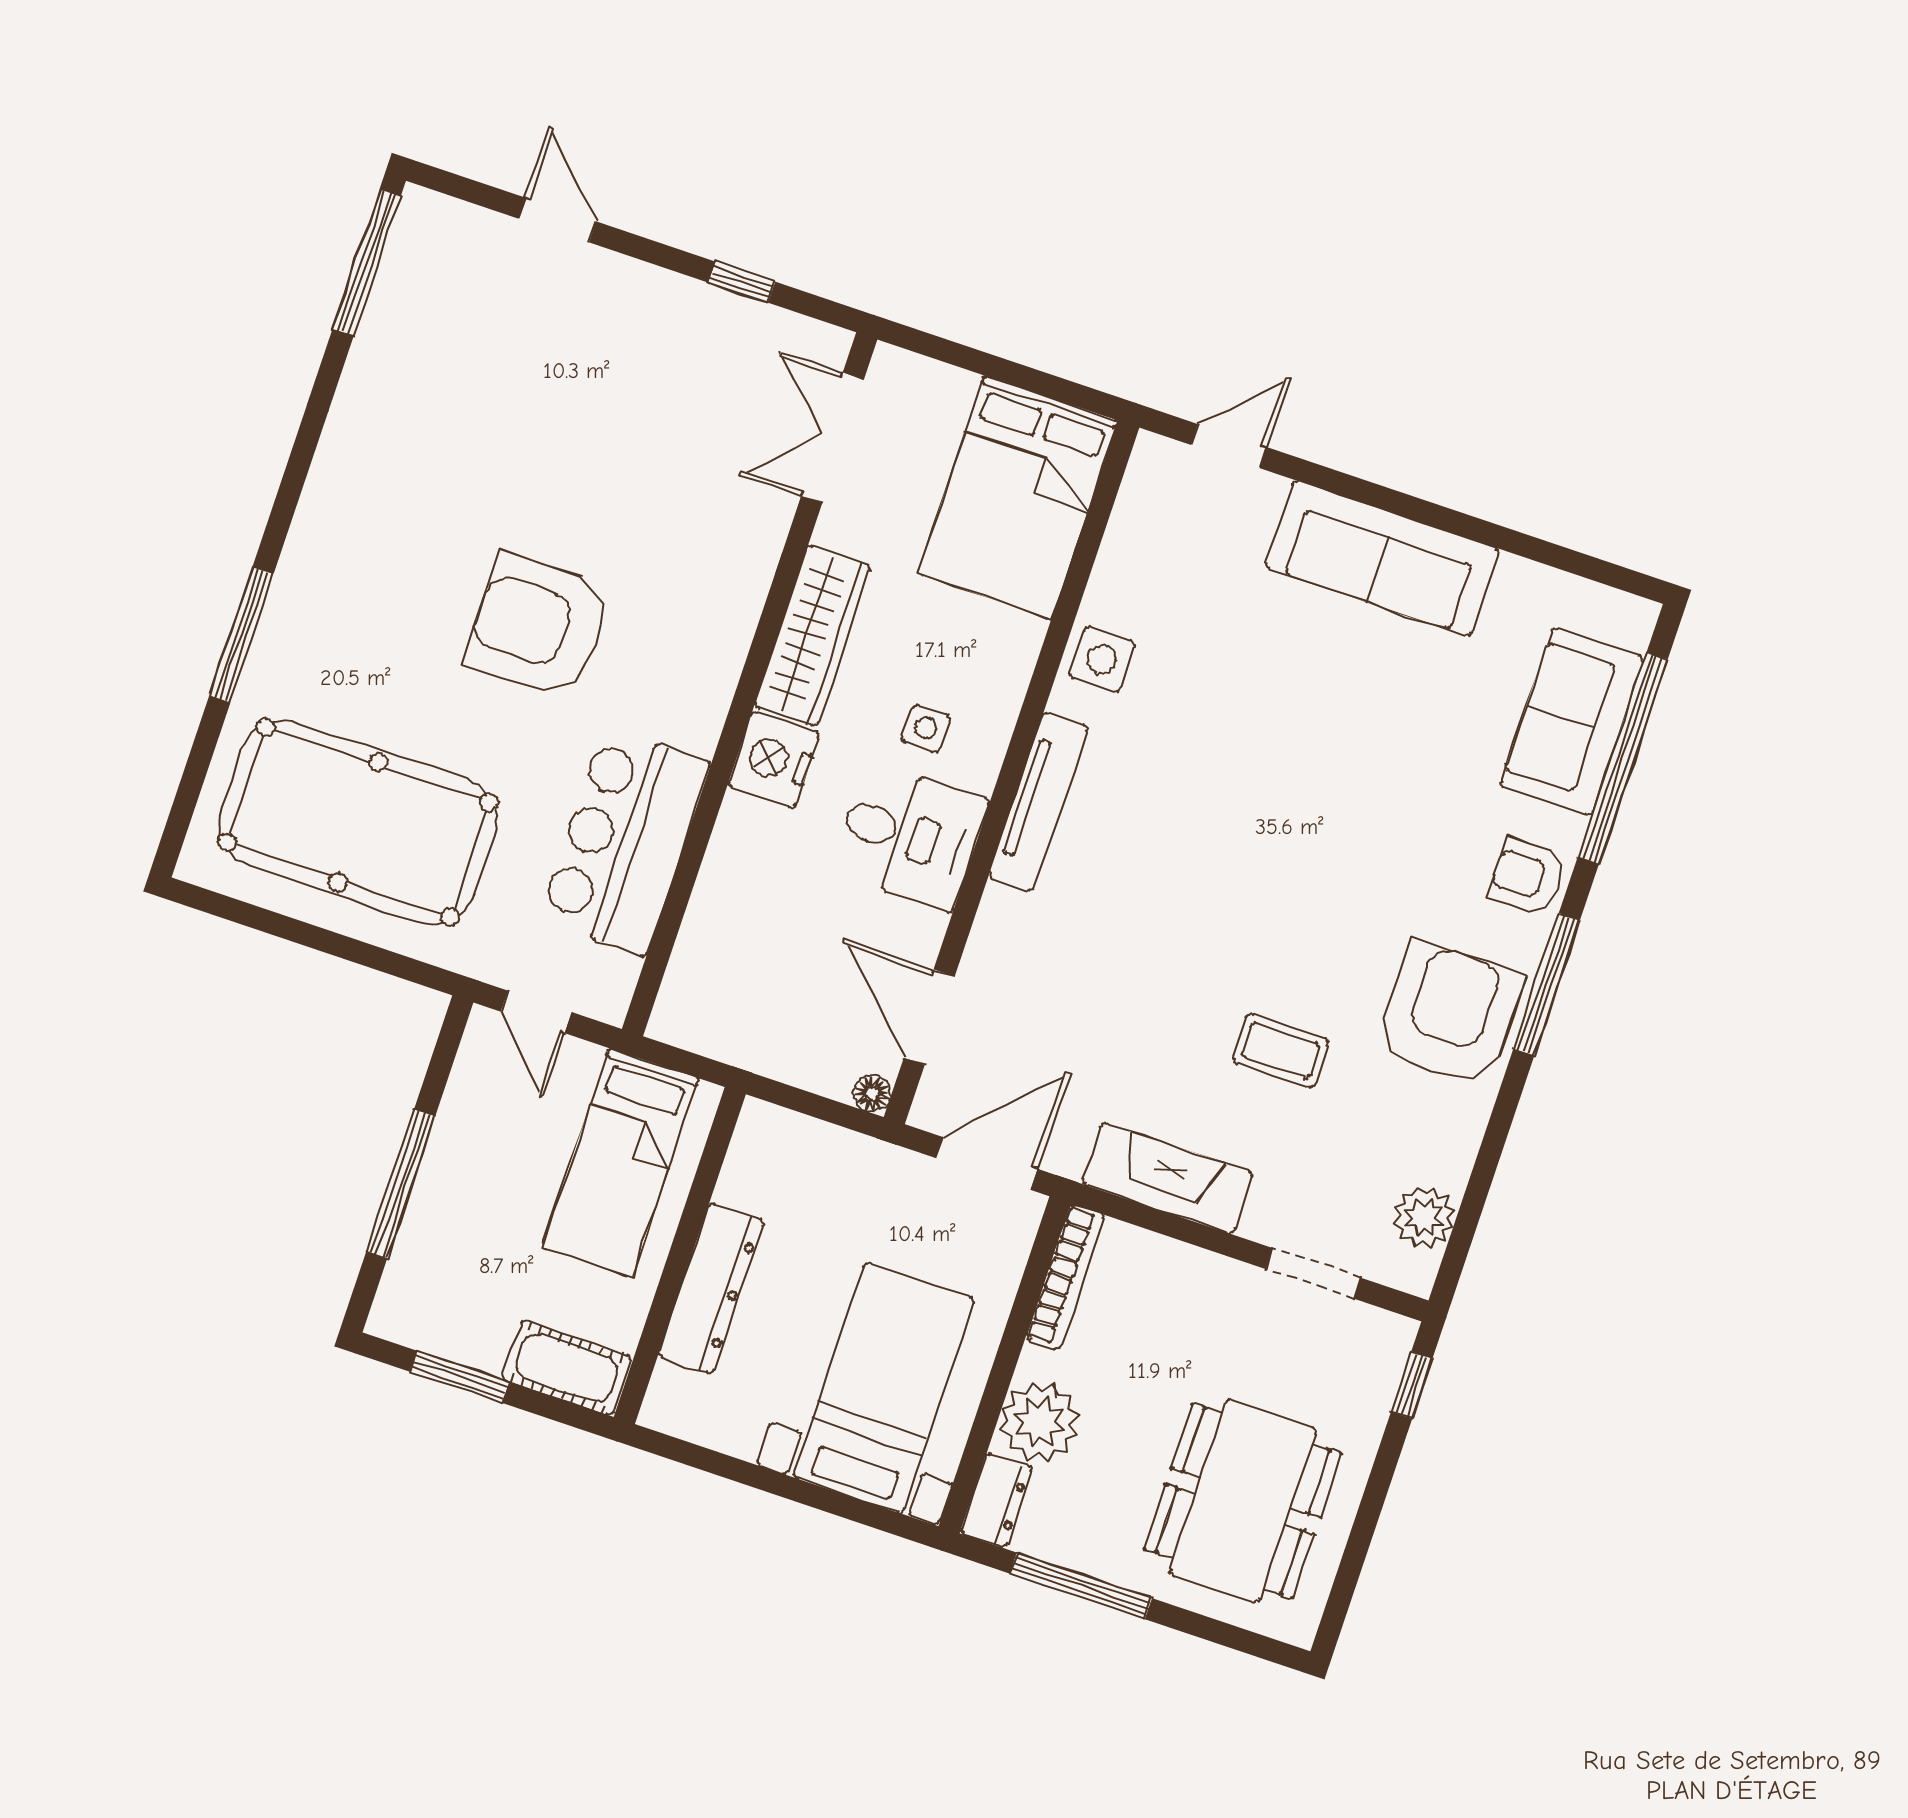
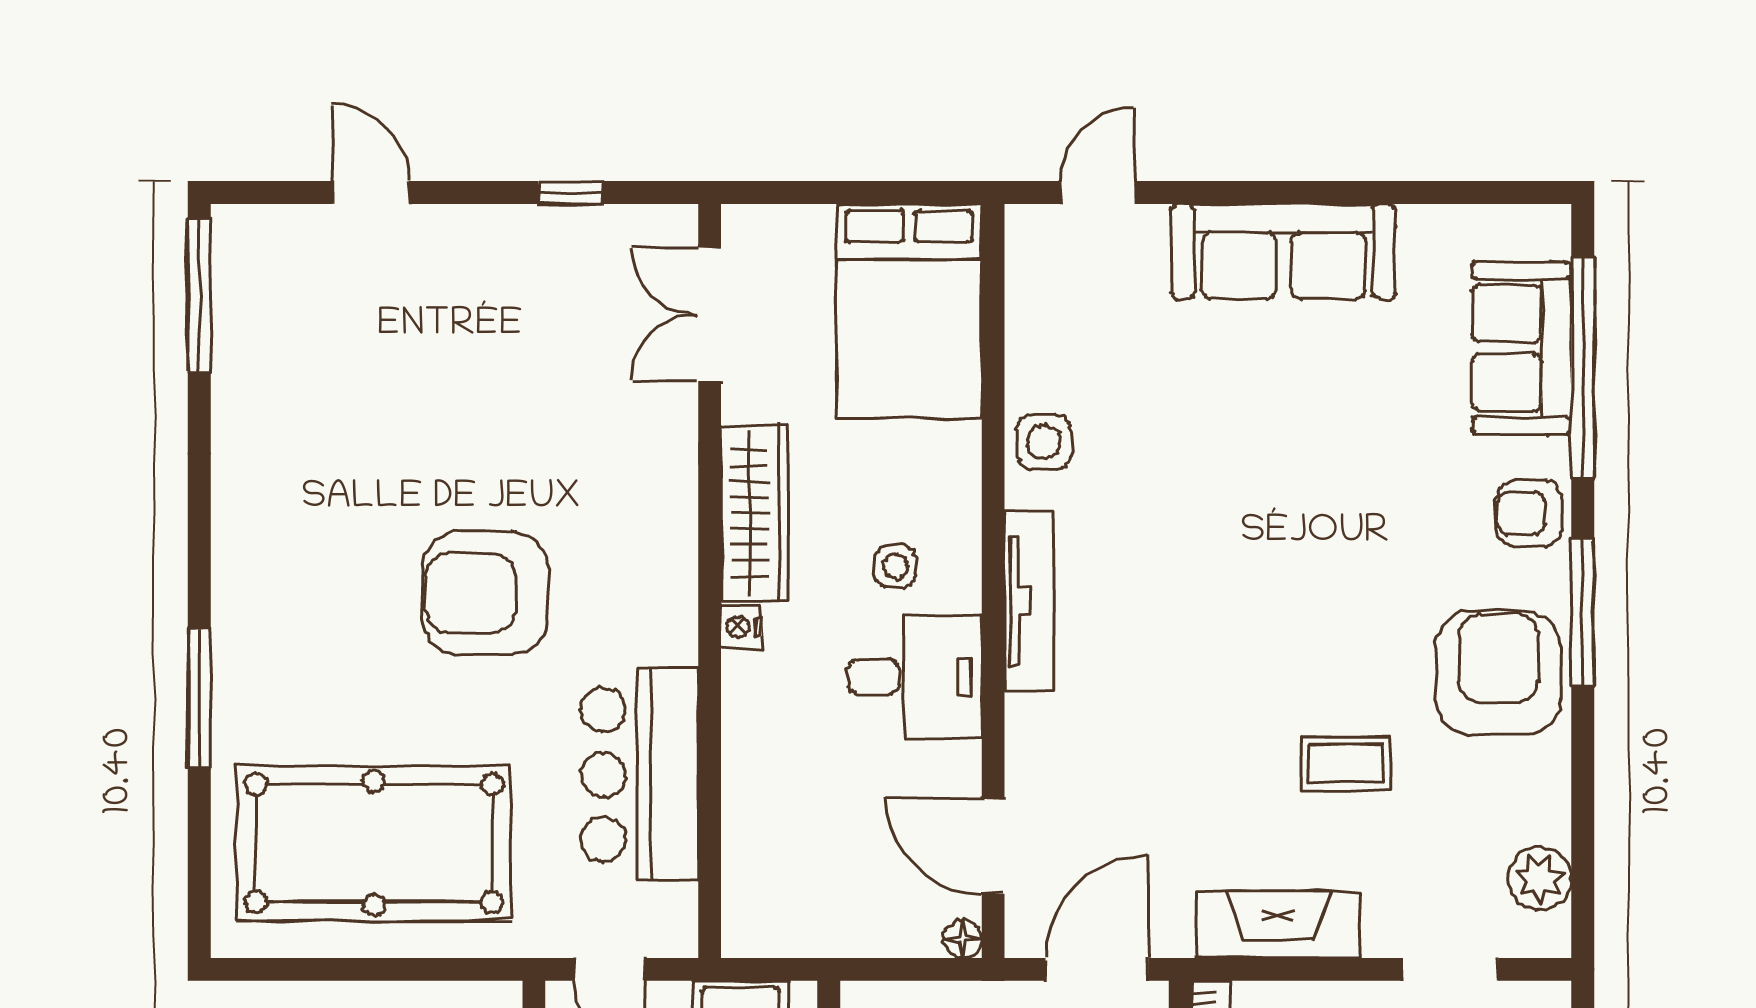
nightstand: (774, 759) -> (741, 627), width x0.53, depth x0.56

